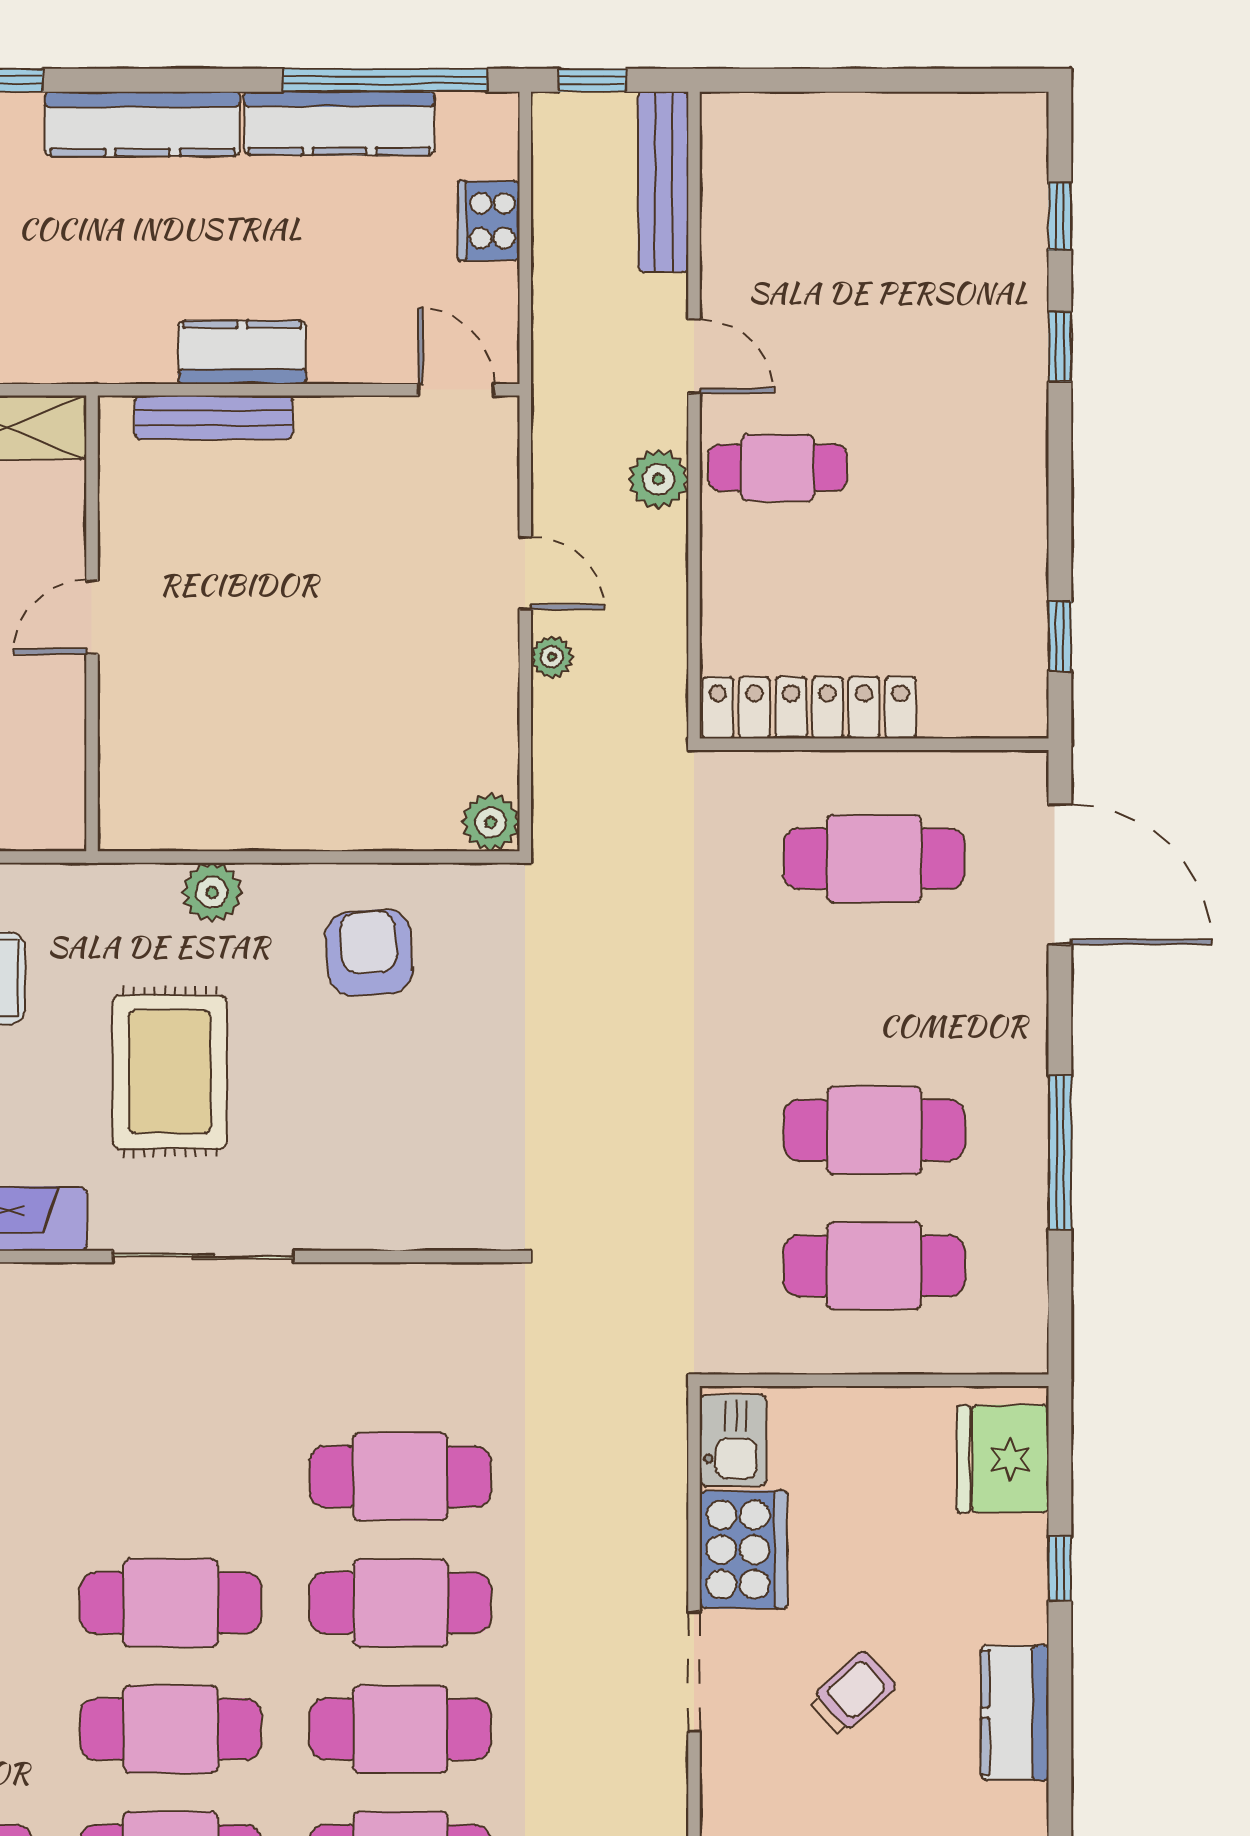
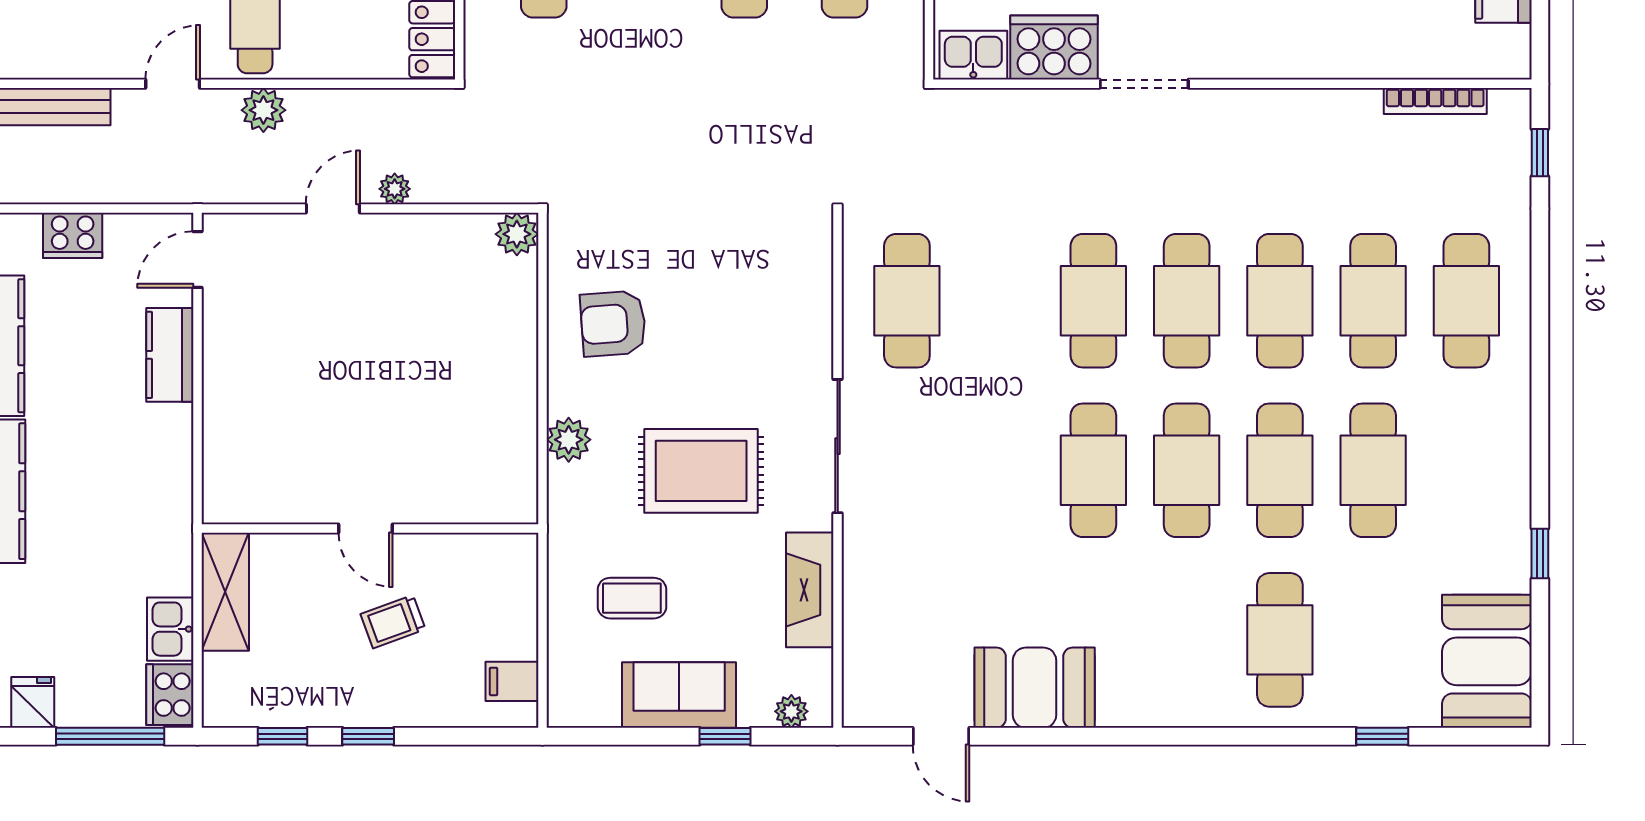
kitchen counter: (242, 352) -> (170, 355), moved
bench: (214, 418) -> (218, 439), removed
cafe table: (400, 1477) -> (907, 301), moved

